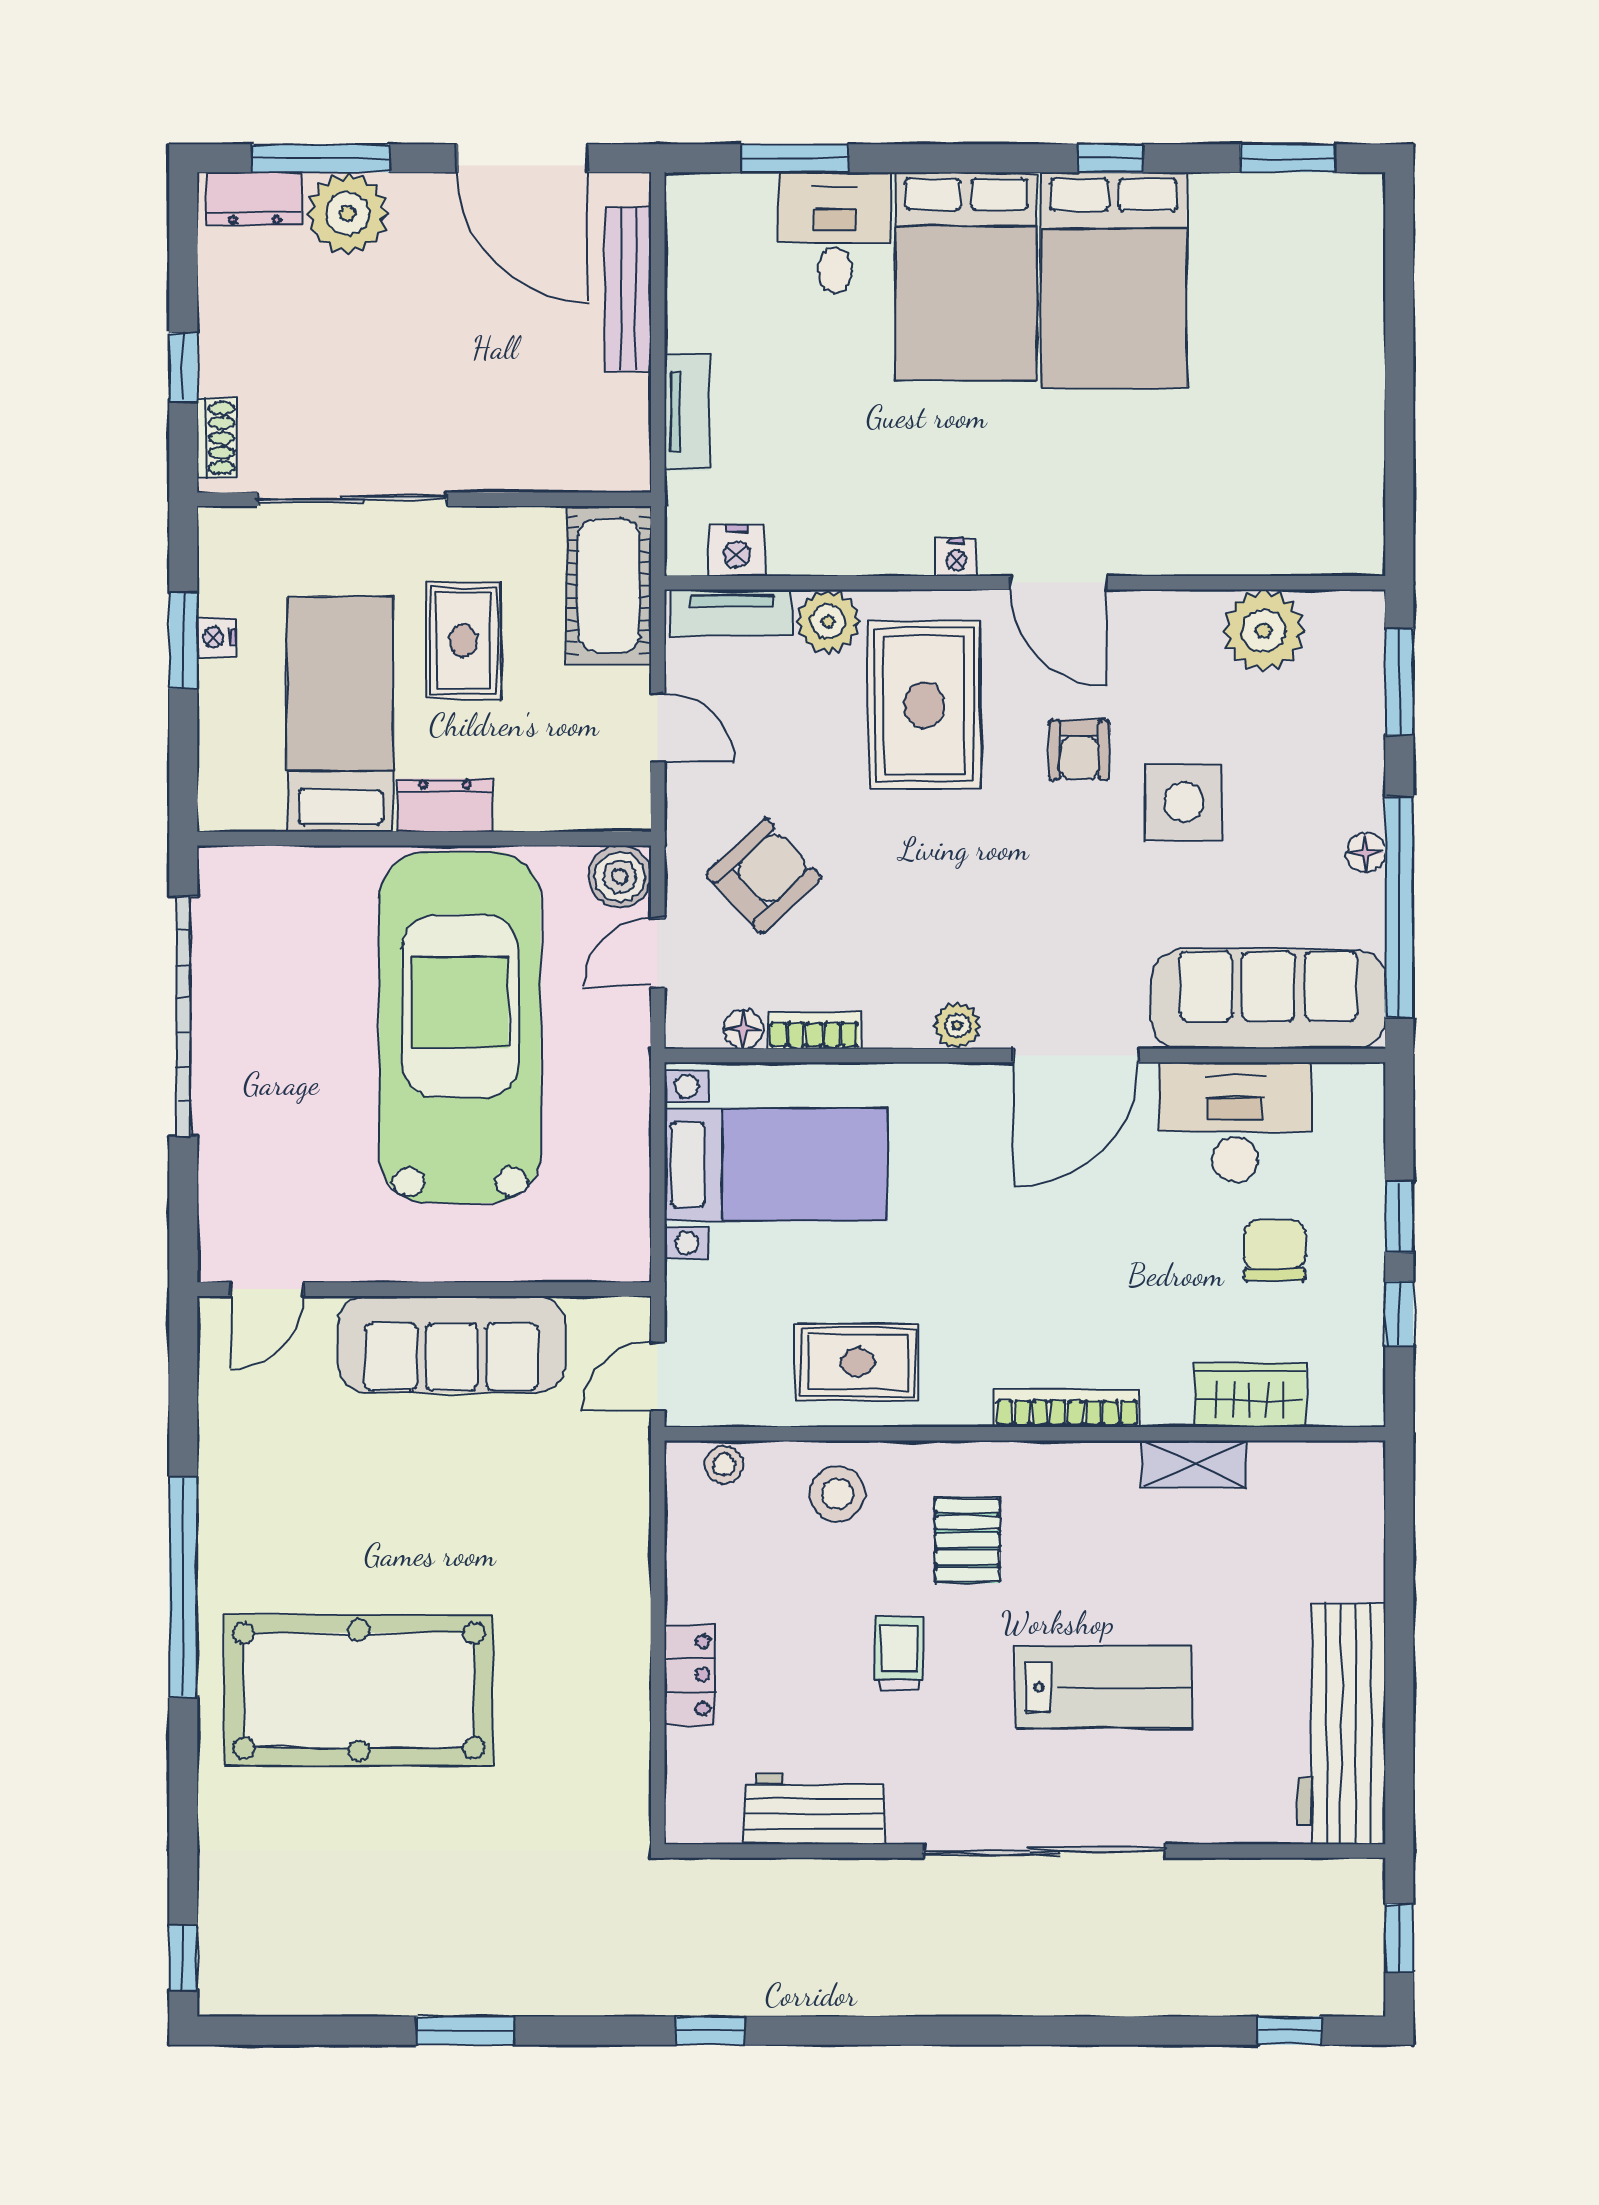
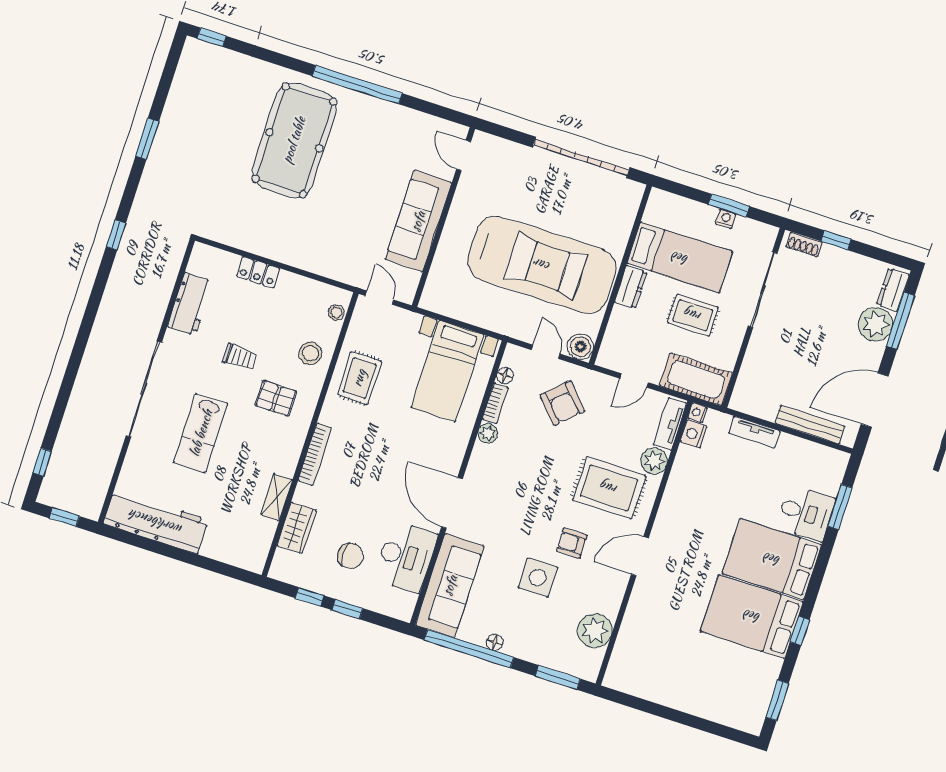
nightstand: (956, 557) -> (698, 413), moved
plant: (957, 1025) -> (488, 433), moved

